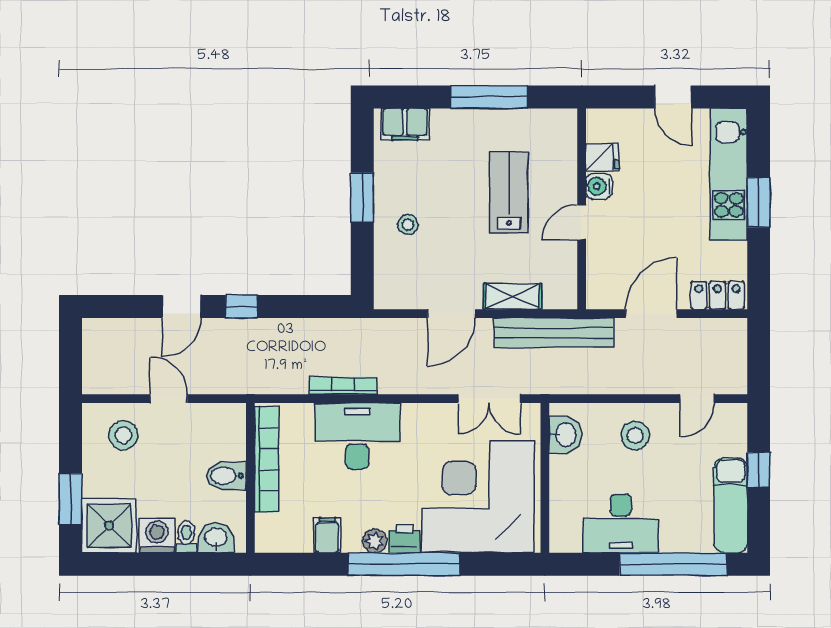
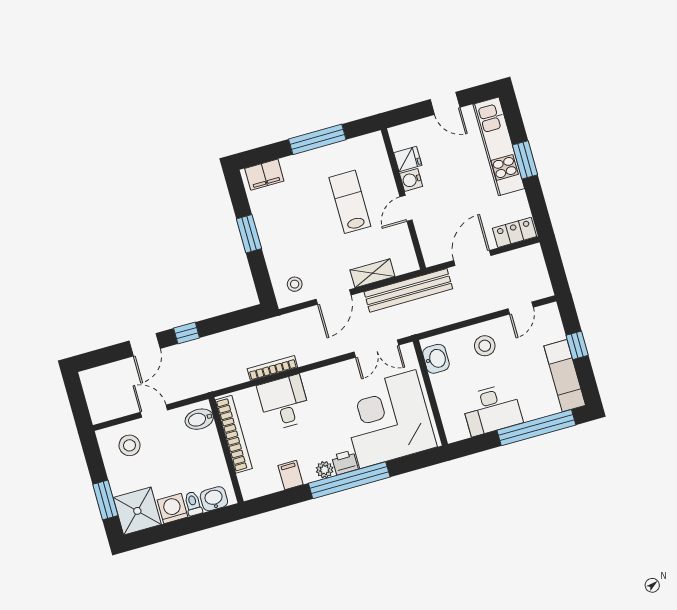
stool: (408, 225) -> (295, 284), moved
desk: (357, 436) -> (284, 403), width x0.73
bidet: (226, 476) -> (199, 419), moved

